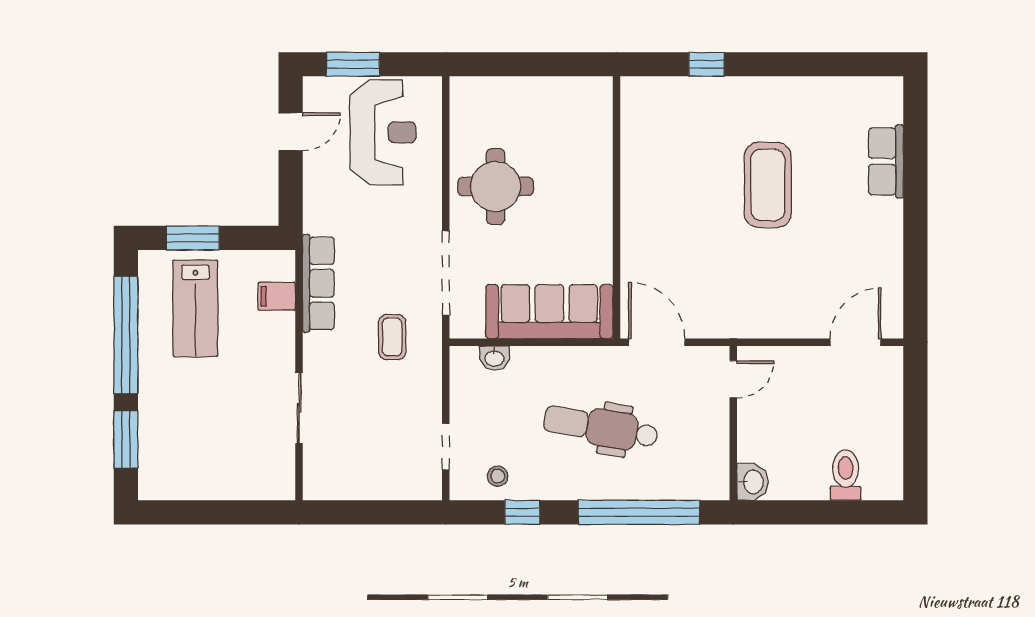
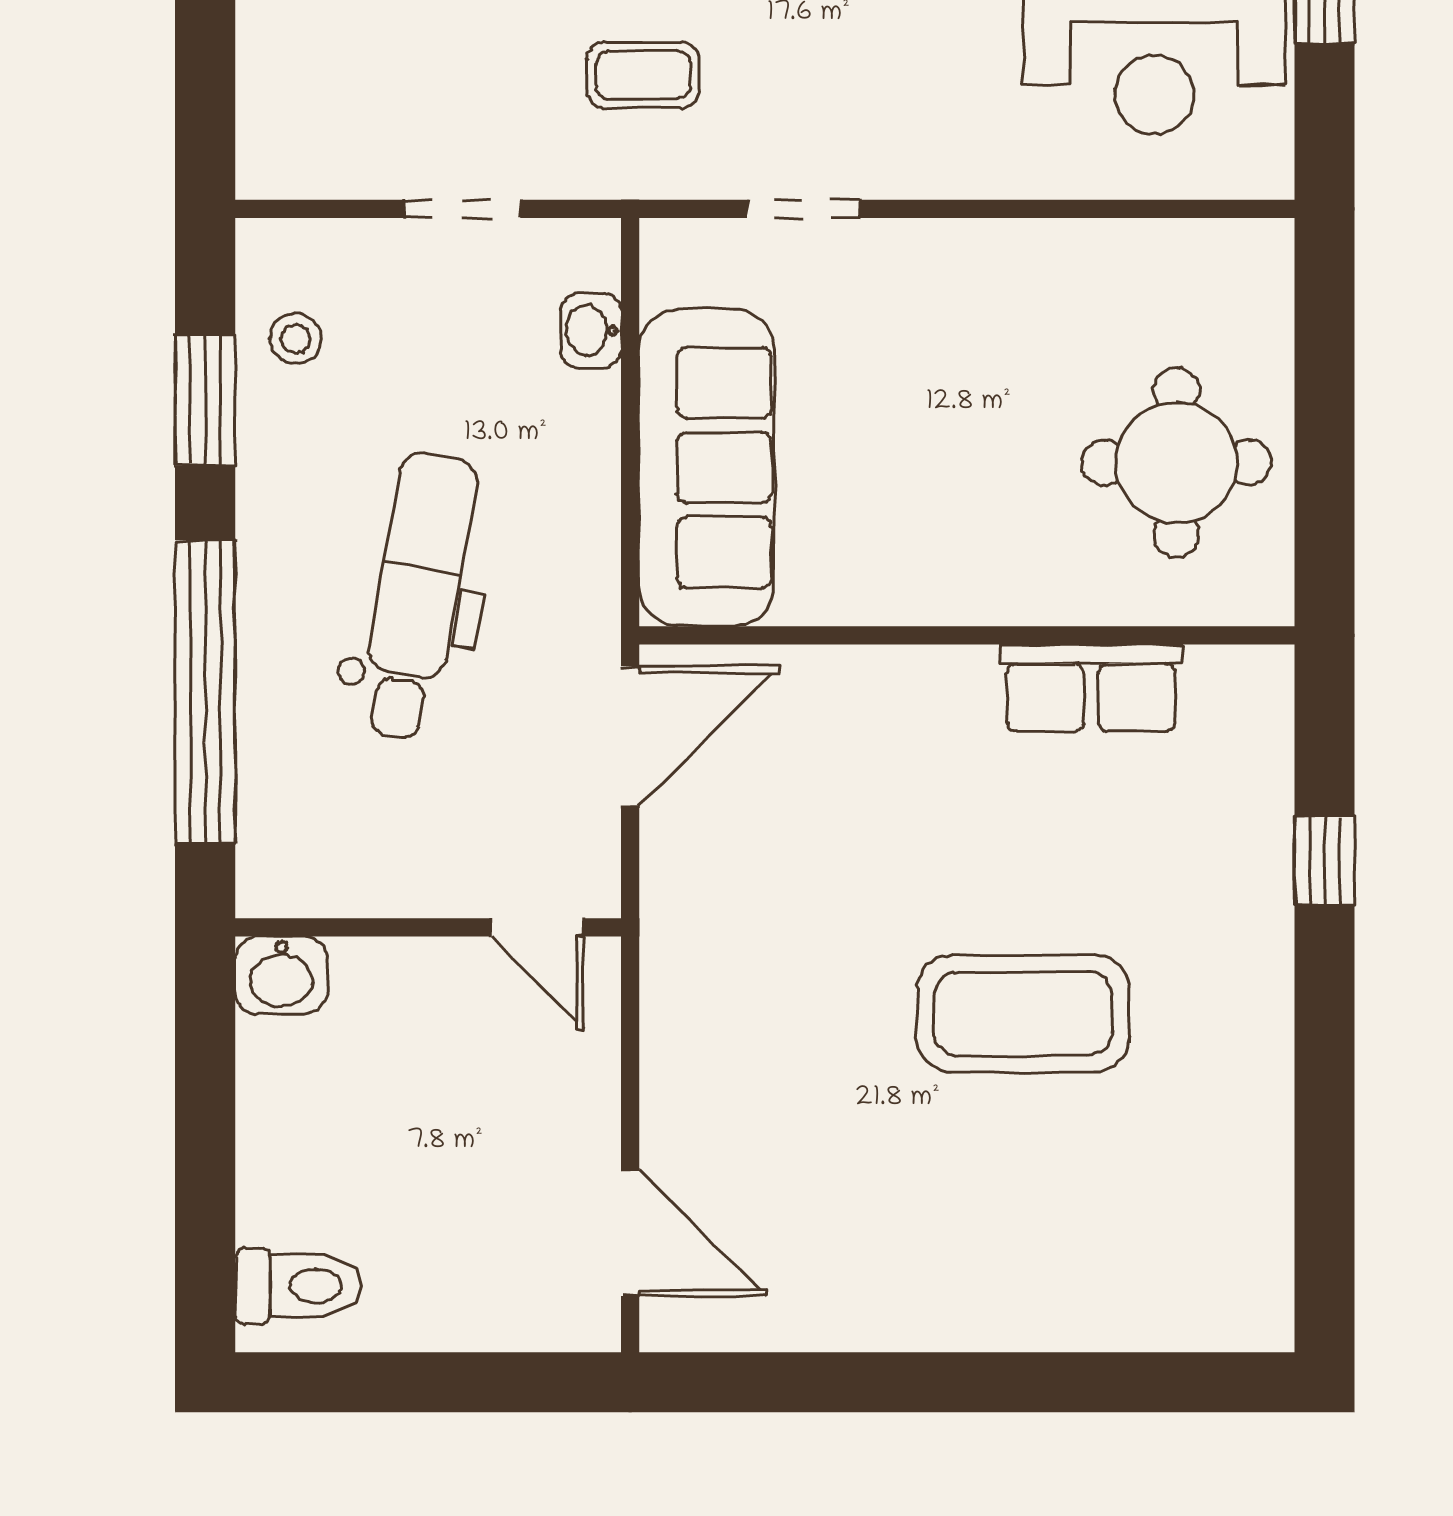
row of seats: (886, 161) -> (1091, 688), moved, turned 180
round table: (496, 186) -> (1176, 463), moved
doorway: (446, 273) -> (803, 209), width x0.53
doorway: (446, 447) -> (462, 209), moved
toilet: (846, 475) -> (298, 1286), moved
window: (522, 512) -> (205, 400), width x1.50

